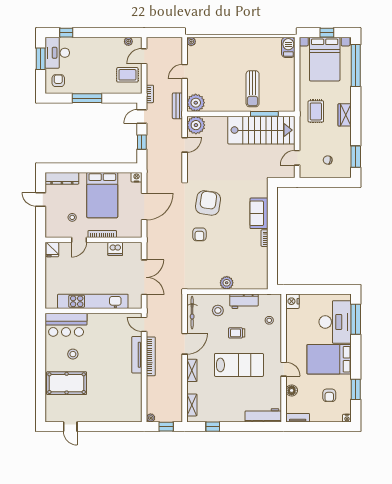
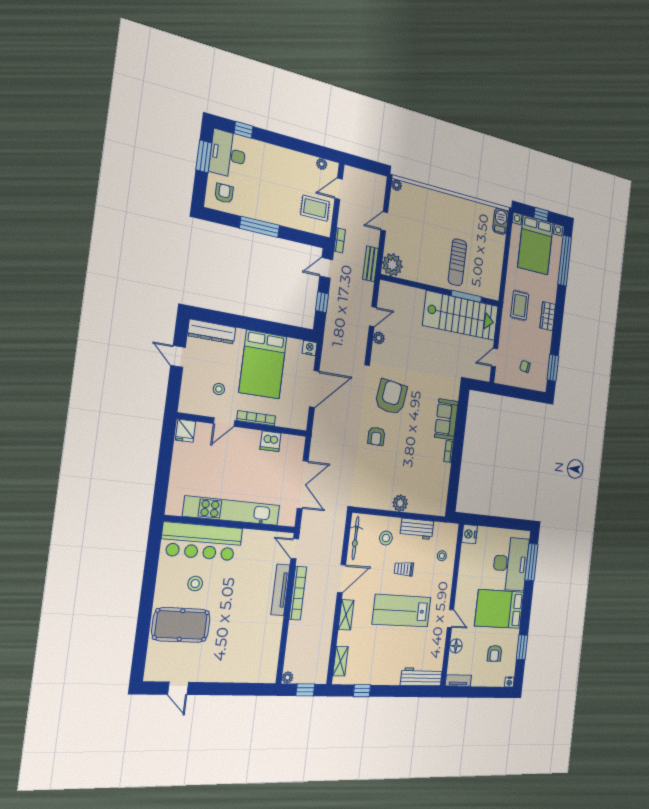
plant: (196, 125) -> (379, 338), moved, width x0.53, depth x0.53
bar counter: (66, 325) -> (202, 542), width x1.36
lab bench: (239, 365) -> (402, 611), turned 180

